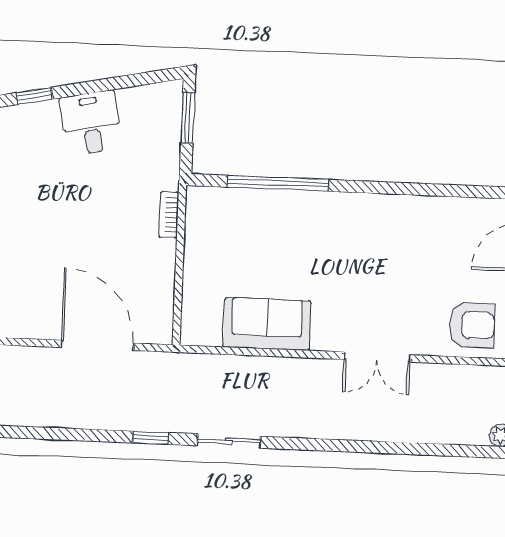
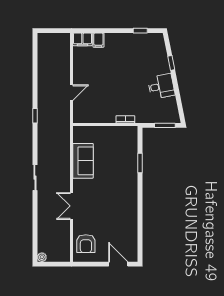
window: (278, 183) -> (140, 163), width x0.47
door: (97, 345) -> (71, 93), width x0.53
sliding door: (229, 441) -> (35, 178), moved

